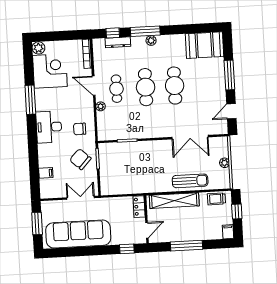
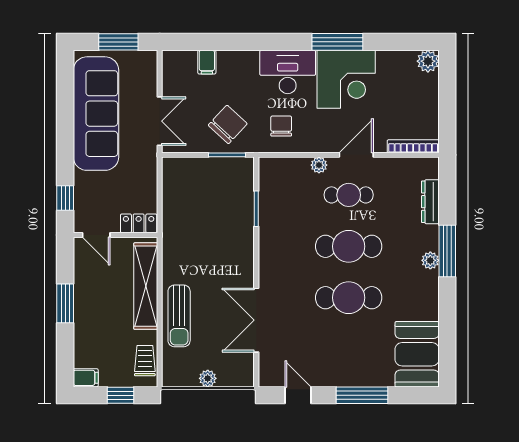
window: (113, 33) -> (447, 194), removed
corner desk: (50, 71) -> (346, 79), moved
window: (186, 246) -> (65, 303), width x0.69

